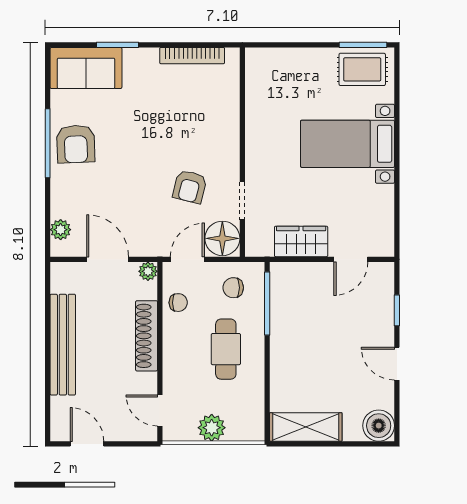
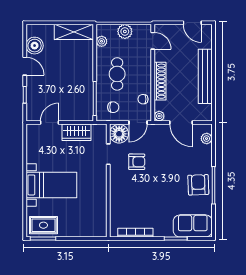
armchair: (190, 187) -> (137, 162), turned 76
plant: (255, 409) -> (102, 41), added
boiler: (379, 426) -> (35, 46), moved

